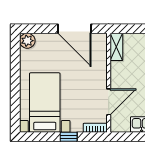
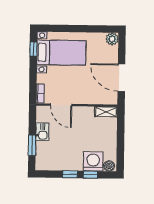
door: (75, 29) -> (121, 78), hinge flipped
window: (69, 137) -> (33, 49), moved

